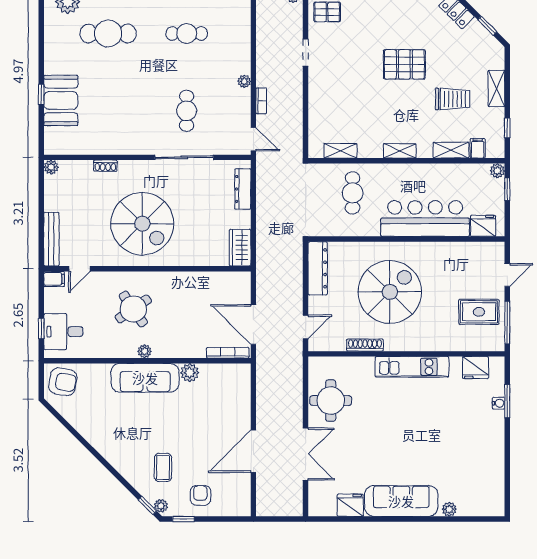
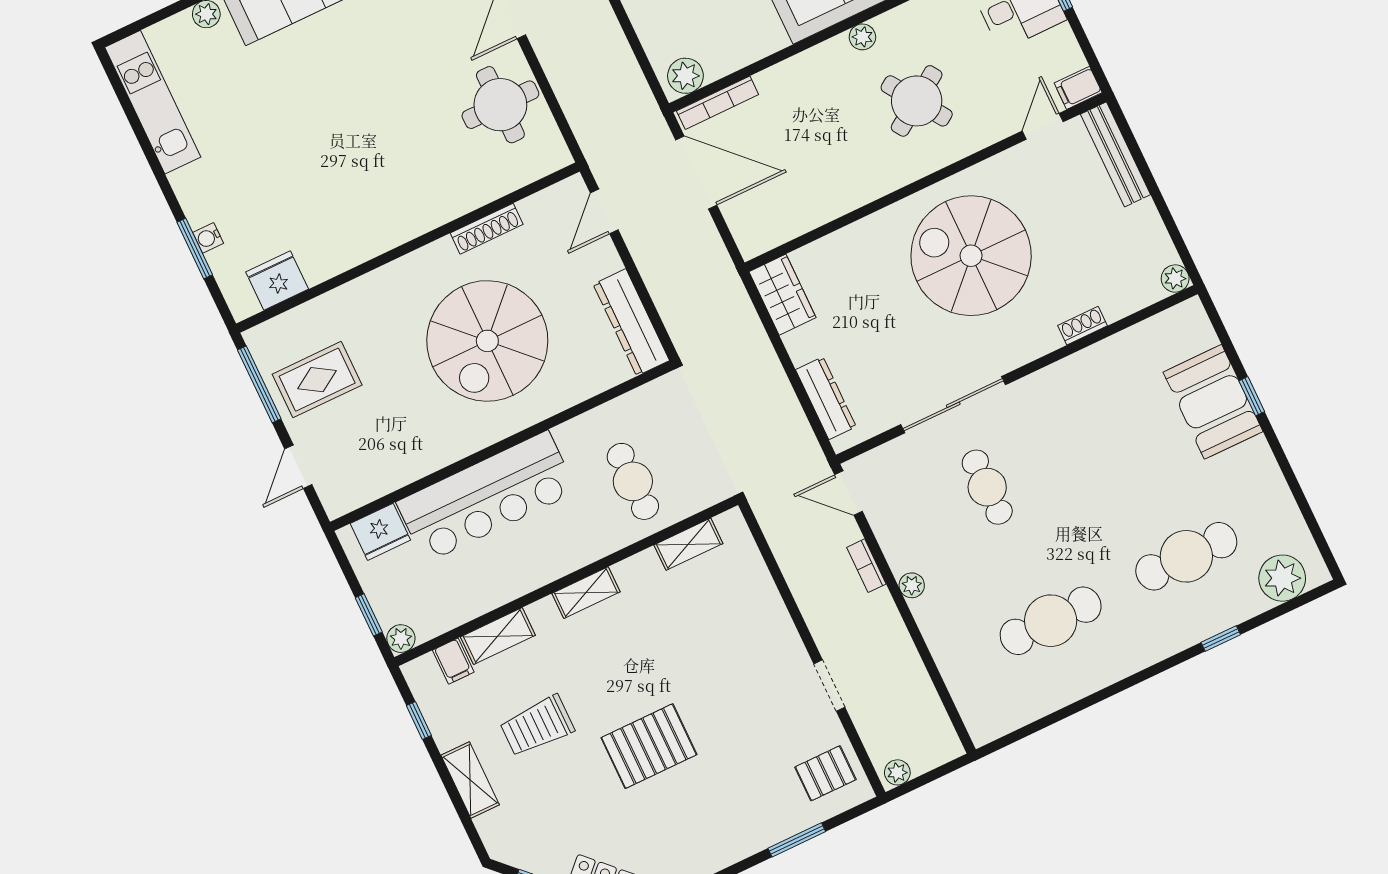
cafe table: (187, 34) -> (1051, 621), width x1.37, depth x1.35
kitchen unit: (412, 367) -> (153, 102), moved, turned 90
plant: (190, 373) -> (685, 76), moved

